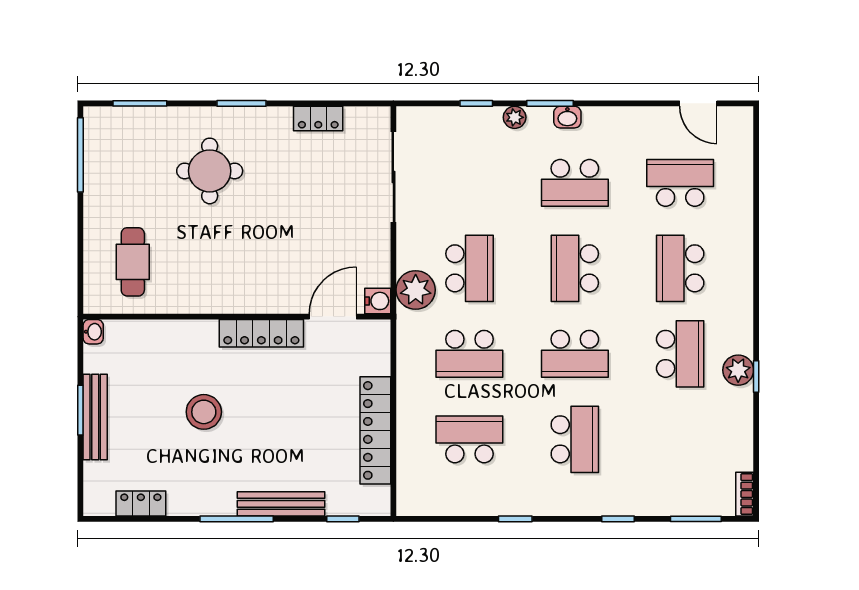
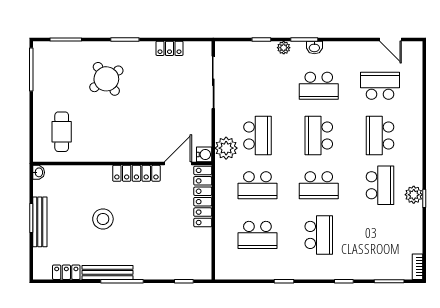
round table: (210, 171) -> (106, 79), turned -35
locker: (375, 430) -> (203, 196), moved
school desk: (469, 439) -> (257, 235), turned 180
bench: (281, 504) -> (107, 272), moved

